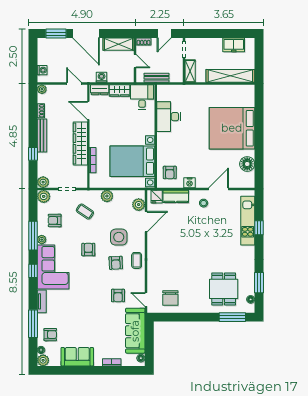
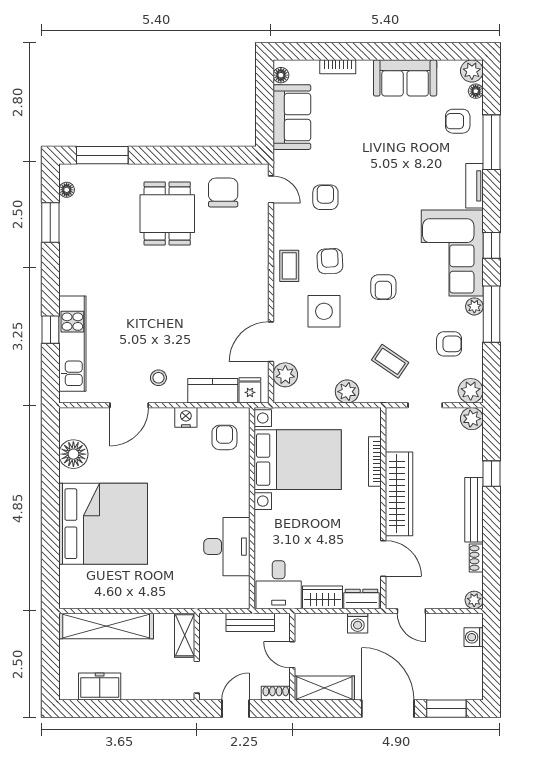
dining table: (224, 289) -> (167, 214), moved
sofa: (135, 331) -> (292, 117), width x0.73

